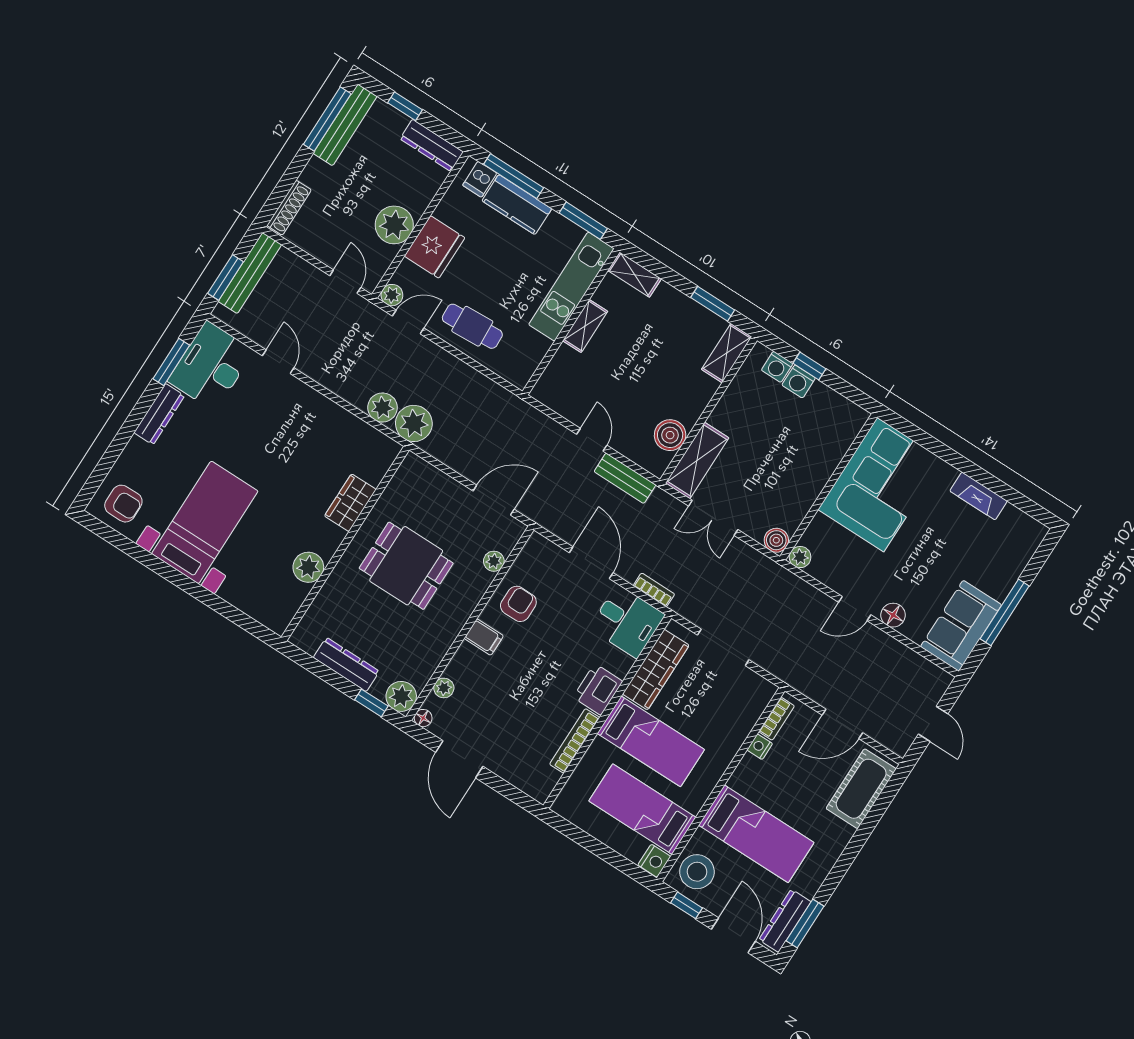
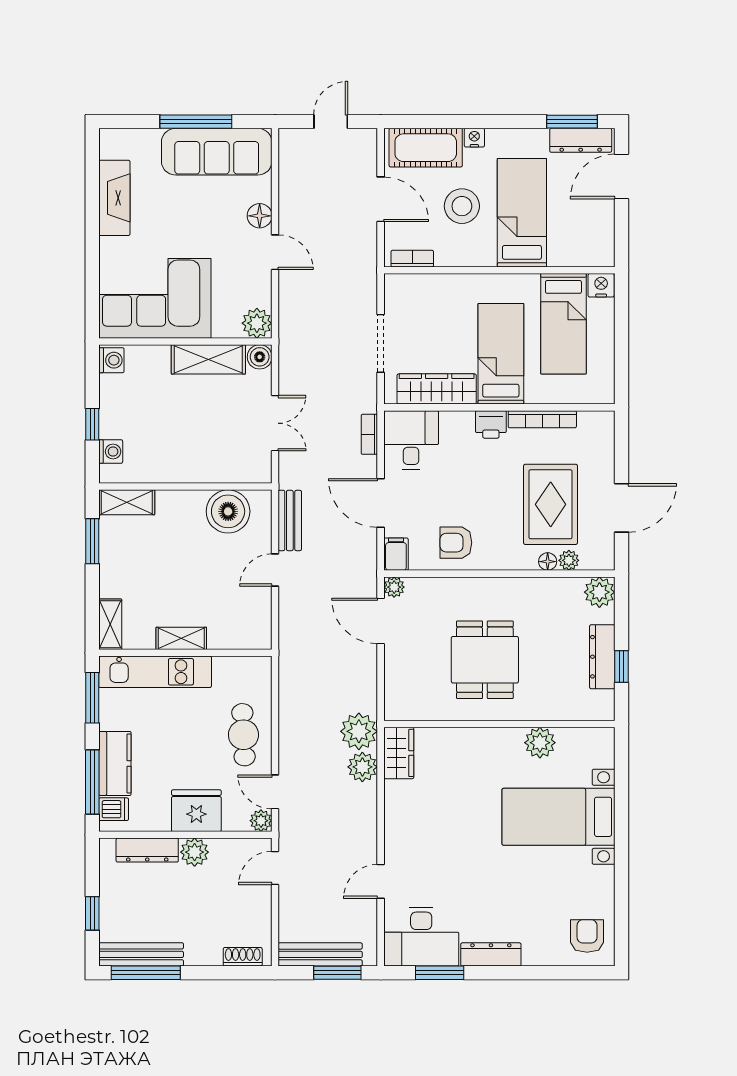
dresser: (432, 145) -> (147, 850), moved, turned 90
shoe rack: (289, 208) -> (243, 957), width x0.70
plant: (394, 225) -> (195, 852), width x0.73, depth x0.73
washing machine: (799, 381) -> (111, 360), moved
boiler: (670, 435) -> (228, 511), width x1.37, depth x1.37
shelving: (697, 460) -> (208, 359), moved
fireplace: (979, 496) -> (114, 198), width x1.37, depth x1.32
wardrobe: (350, 503) -> (399, 753), moved, turned -90
bed with nightstands: (205, 522) -> (558, 817), moved
plant: (800, 557) -> (257, 323), width x1.38, depth x1.38
plant: (494, 561) -> (394, 587), moved
door: (591, 563) -> (381, 503), hinge flipped
sofa: (961, 626) -> (217, 152), width x1.36
filing cabinet: (484, 637) -> (396, 554), moved
printer: (598, 689) -> (491, 424), width x0.73, depth x0.81
window: (371, 703) -> (621, 666), moved
rug: (500, 703) -> (551, 504), added
floor lamp: (423, 718) -> (548, 562), moved
nightstand: (760, 747) -> (474, 138), moved, turned 180
stool: (697, 872) -> (462, 206), moved
window: (687, 905) -> (621, 233), removed

